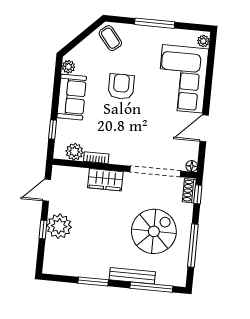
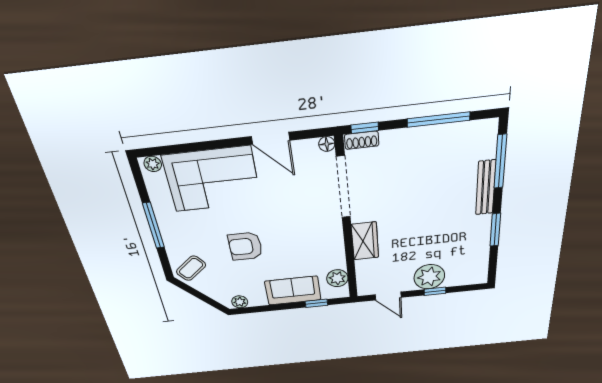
sofa: (72, 97) -> (293, 291), moved
bookcase: (96, 158) -> (340, 256), removed
spiral stairs: (154, 231) -> (424, 174), removed

